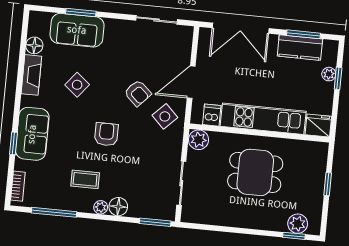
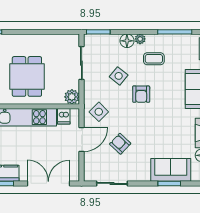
side table: (77, 85) -> (119, 76), moved
armchair: (138, 93) -> (120, 144), moved
dining table: (255, 172) -> (27, 76), turned 90

